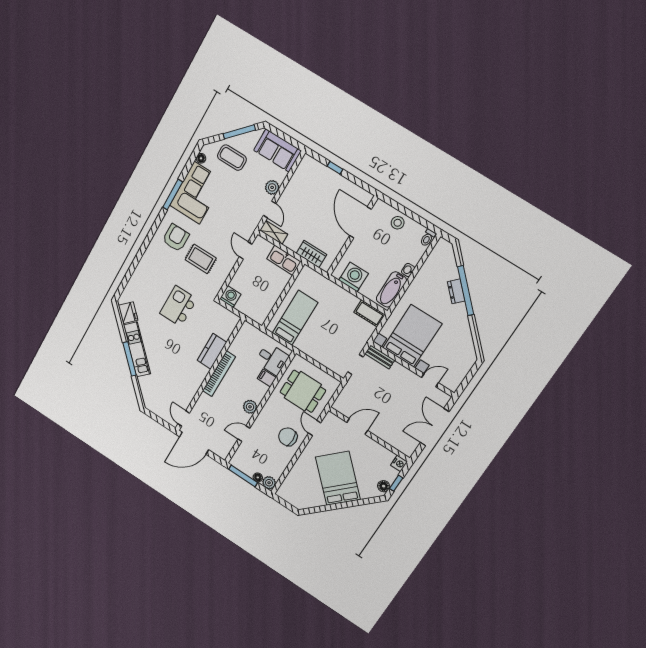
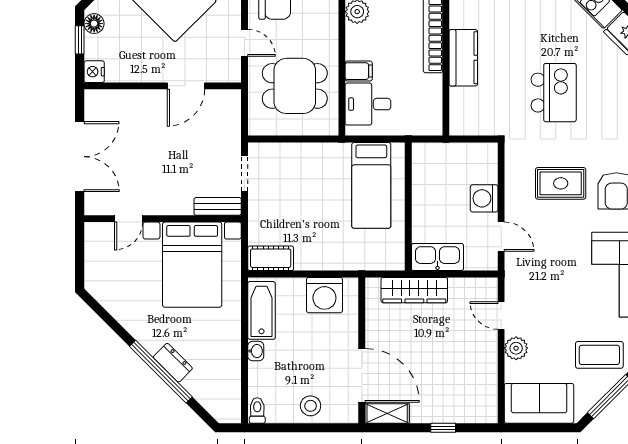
shelving: (274, 232) -> (387, 413), moved
wardrobe: (311, 254) -> (414, 290), width x1.50
washing machine: (230, 297) -> (484, 198), moved, turned 90

